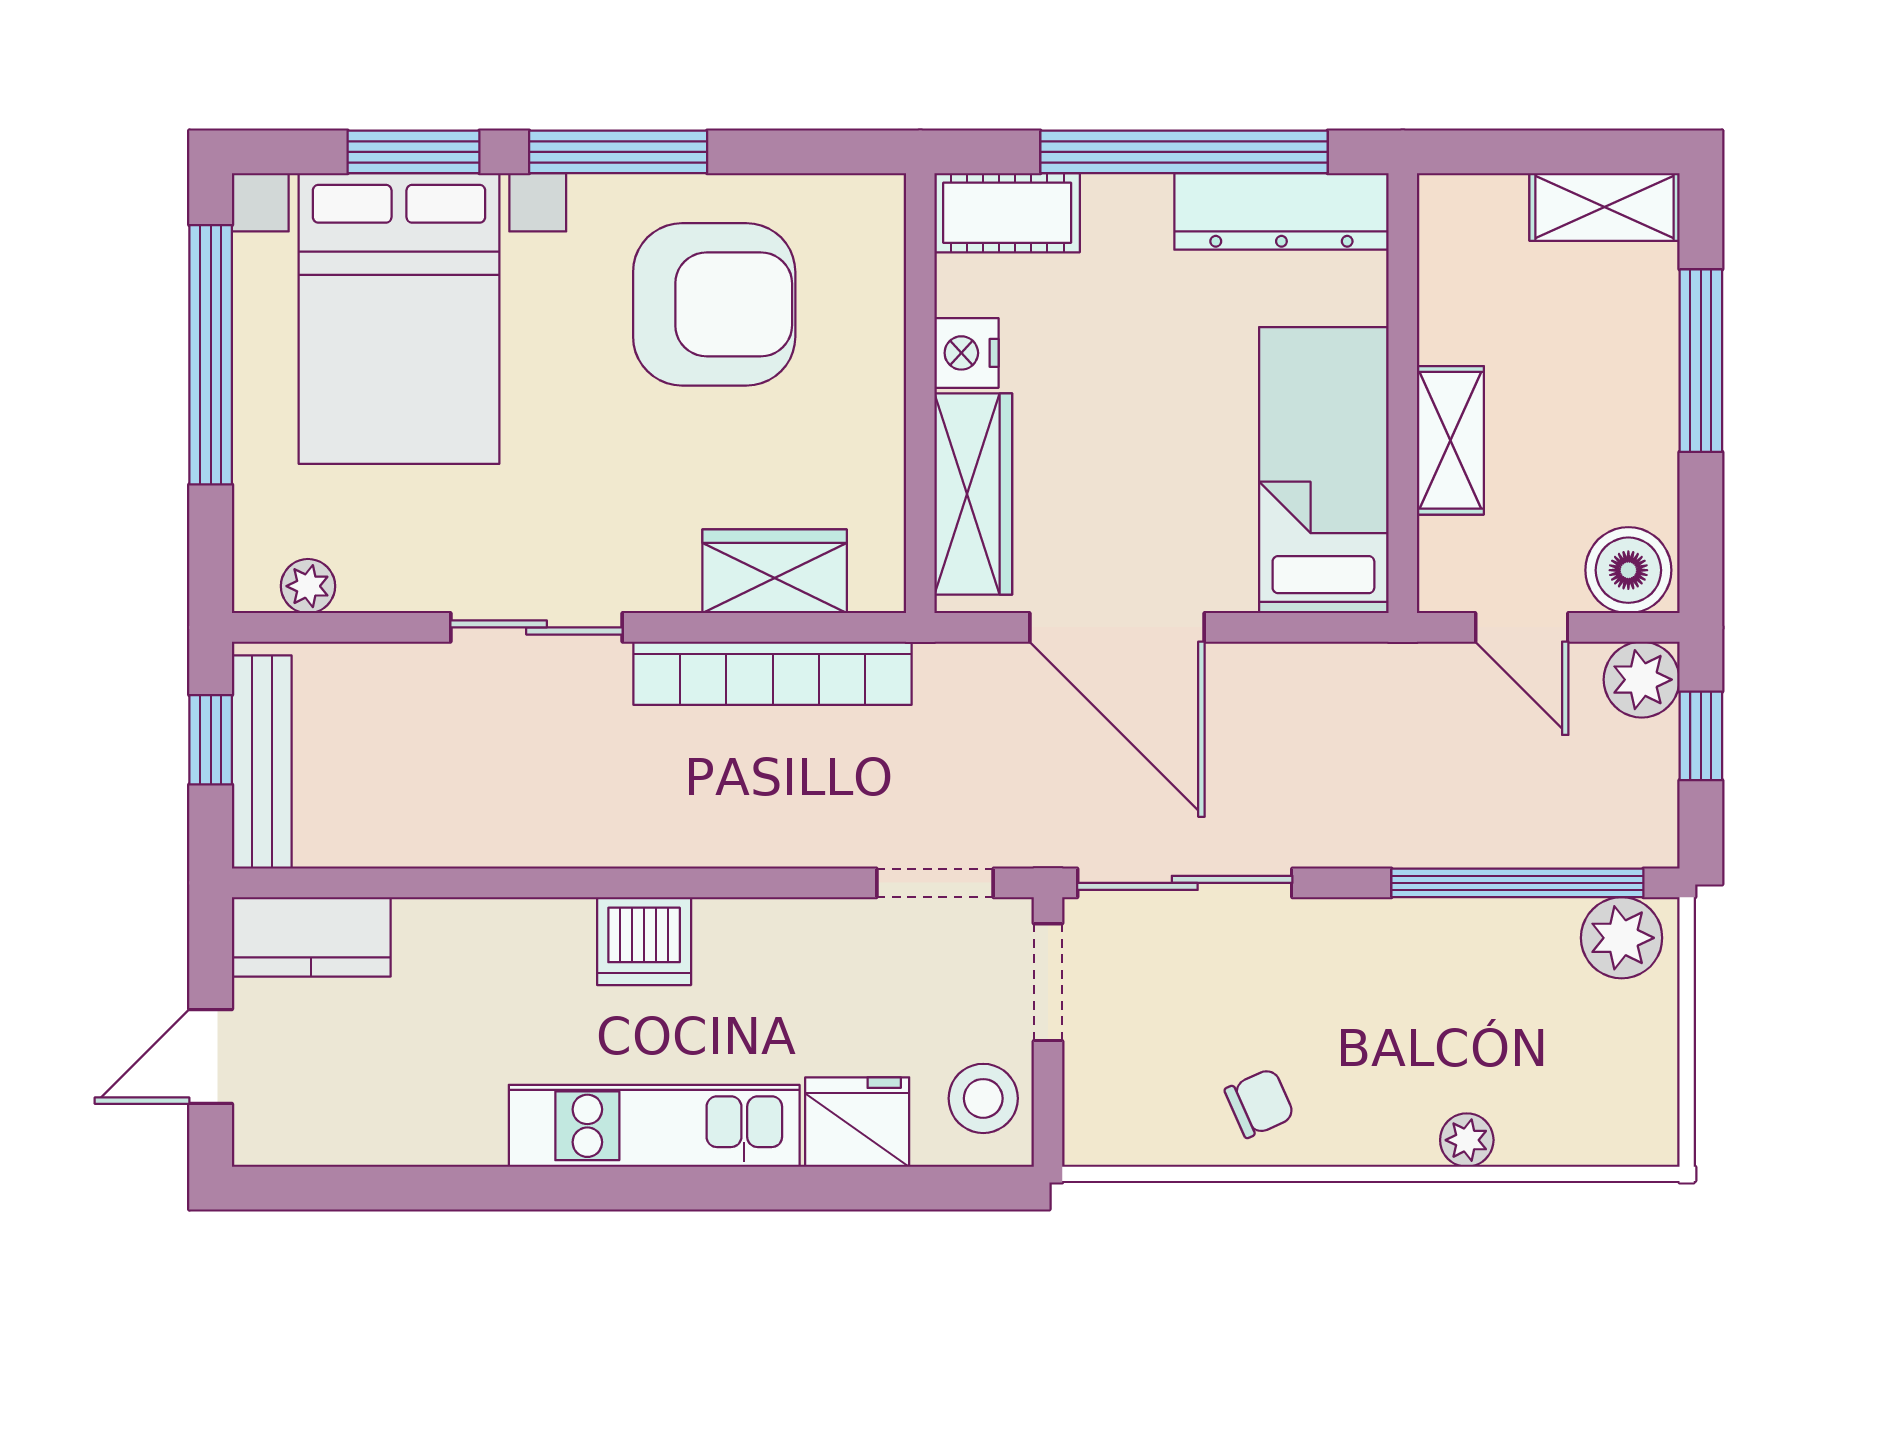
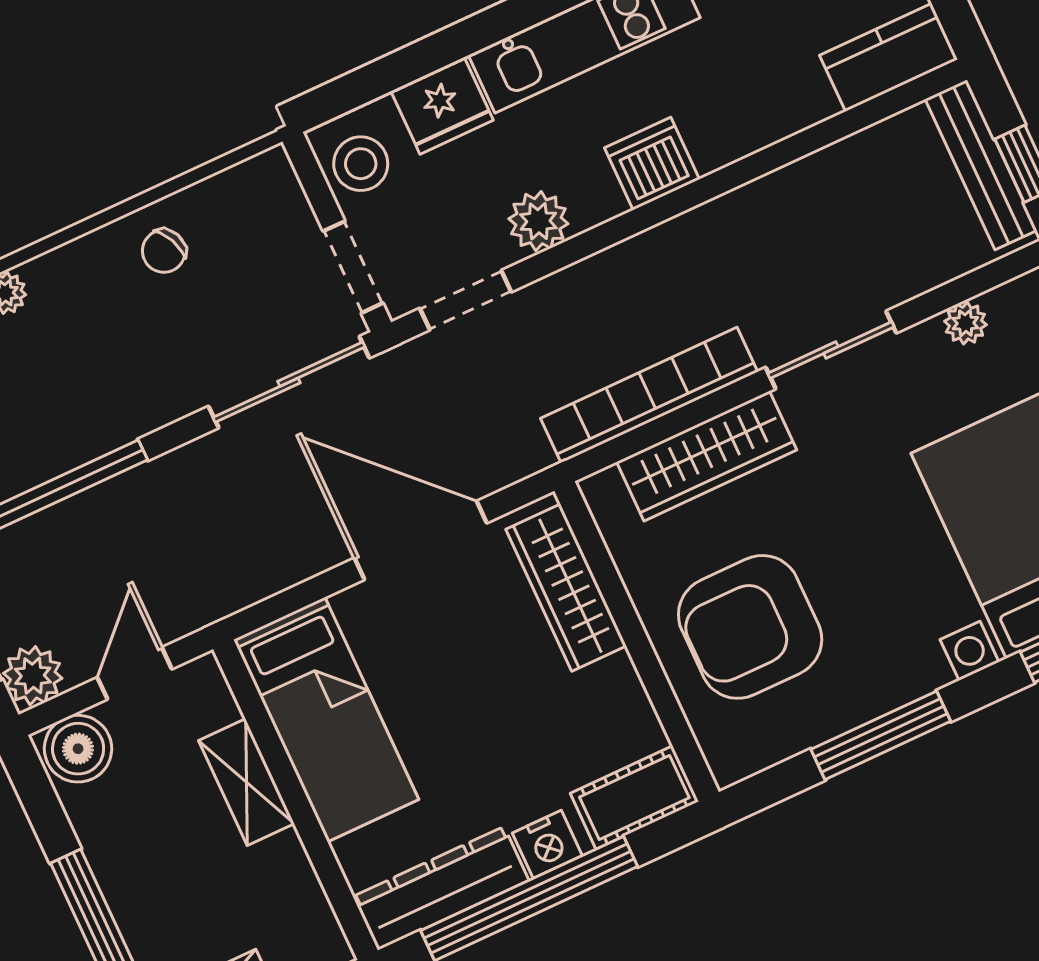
window: (618, 152) -> (881, 735), moved
armchair: (714, 304) -> (750, 627), moved
nightstand: (966, 353) -> (547, 844), moved, turned 90
wardrobe: (775, 571) -> (707, 456), width x1.50
plant: (308, 586) -> (965, 323), moved
door: (1522, 627) -> (135, 673), hinge flipped
plant: (807, 935) -> (538, 221), added

